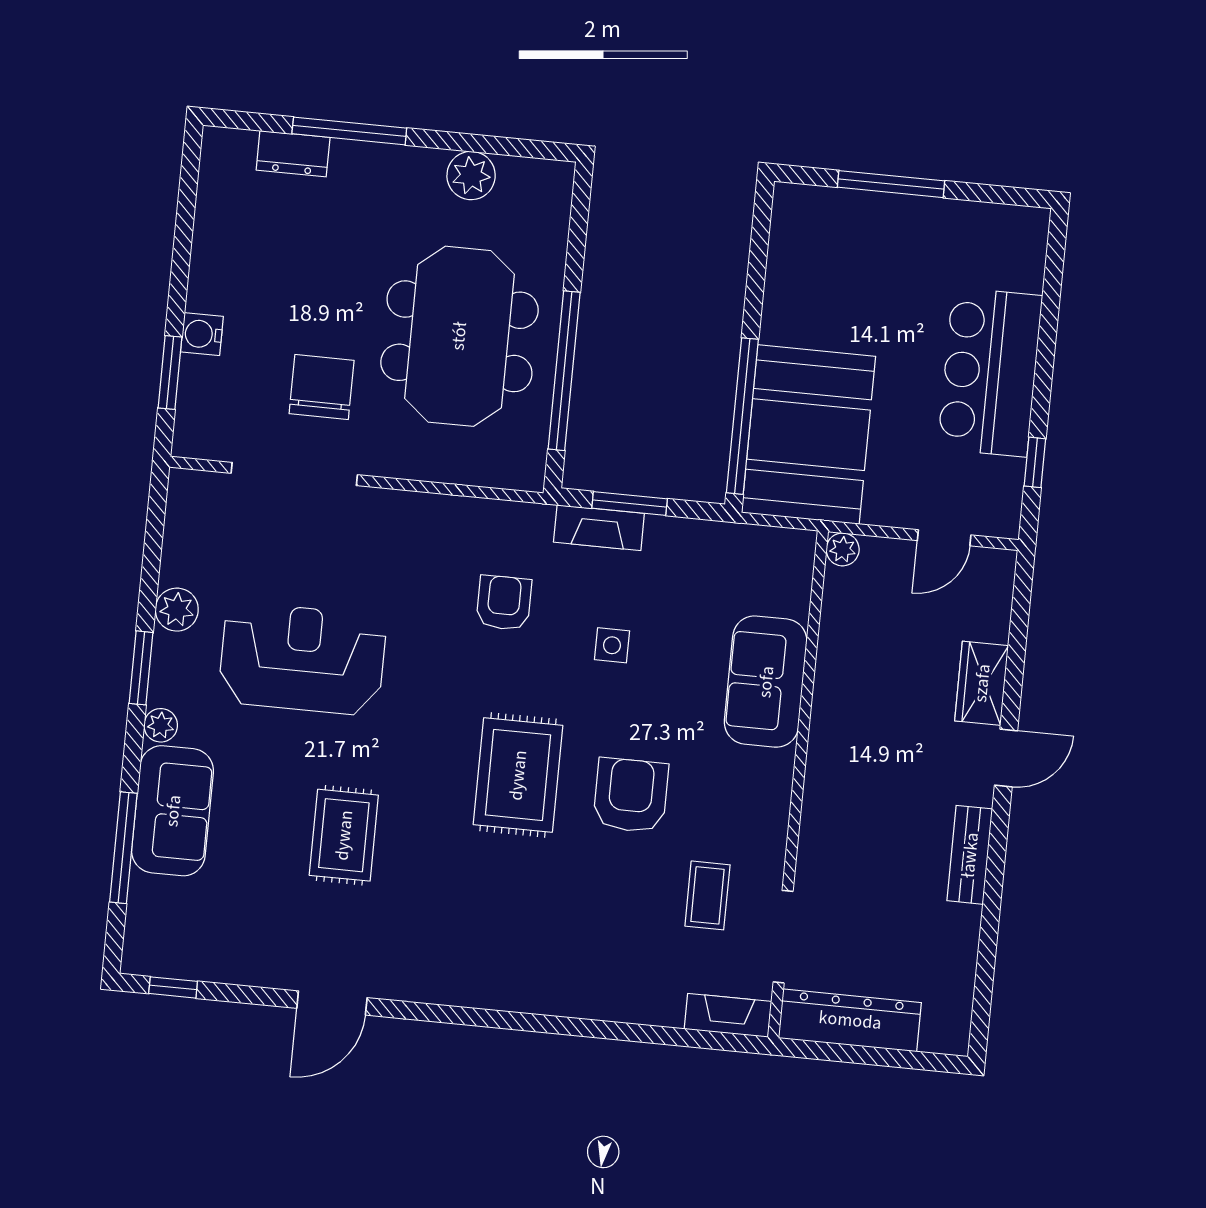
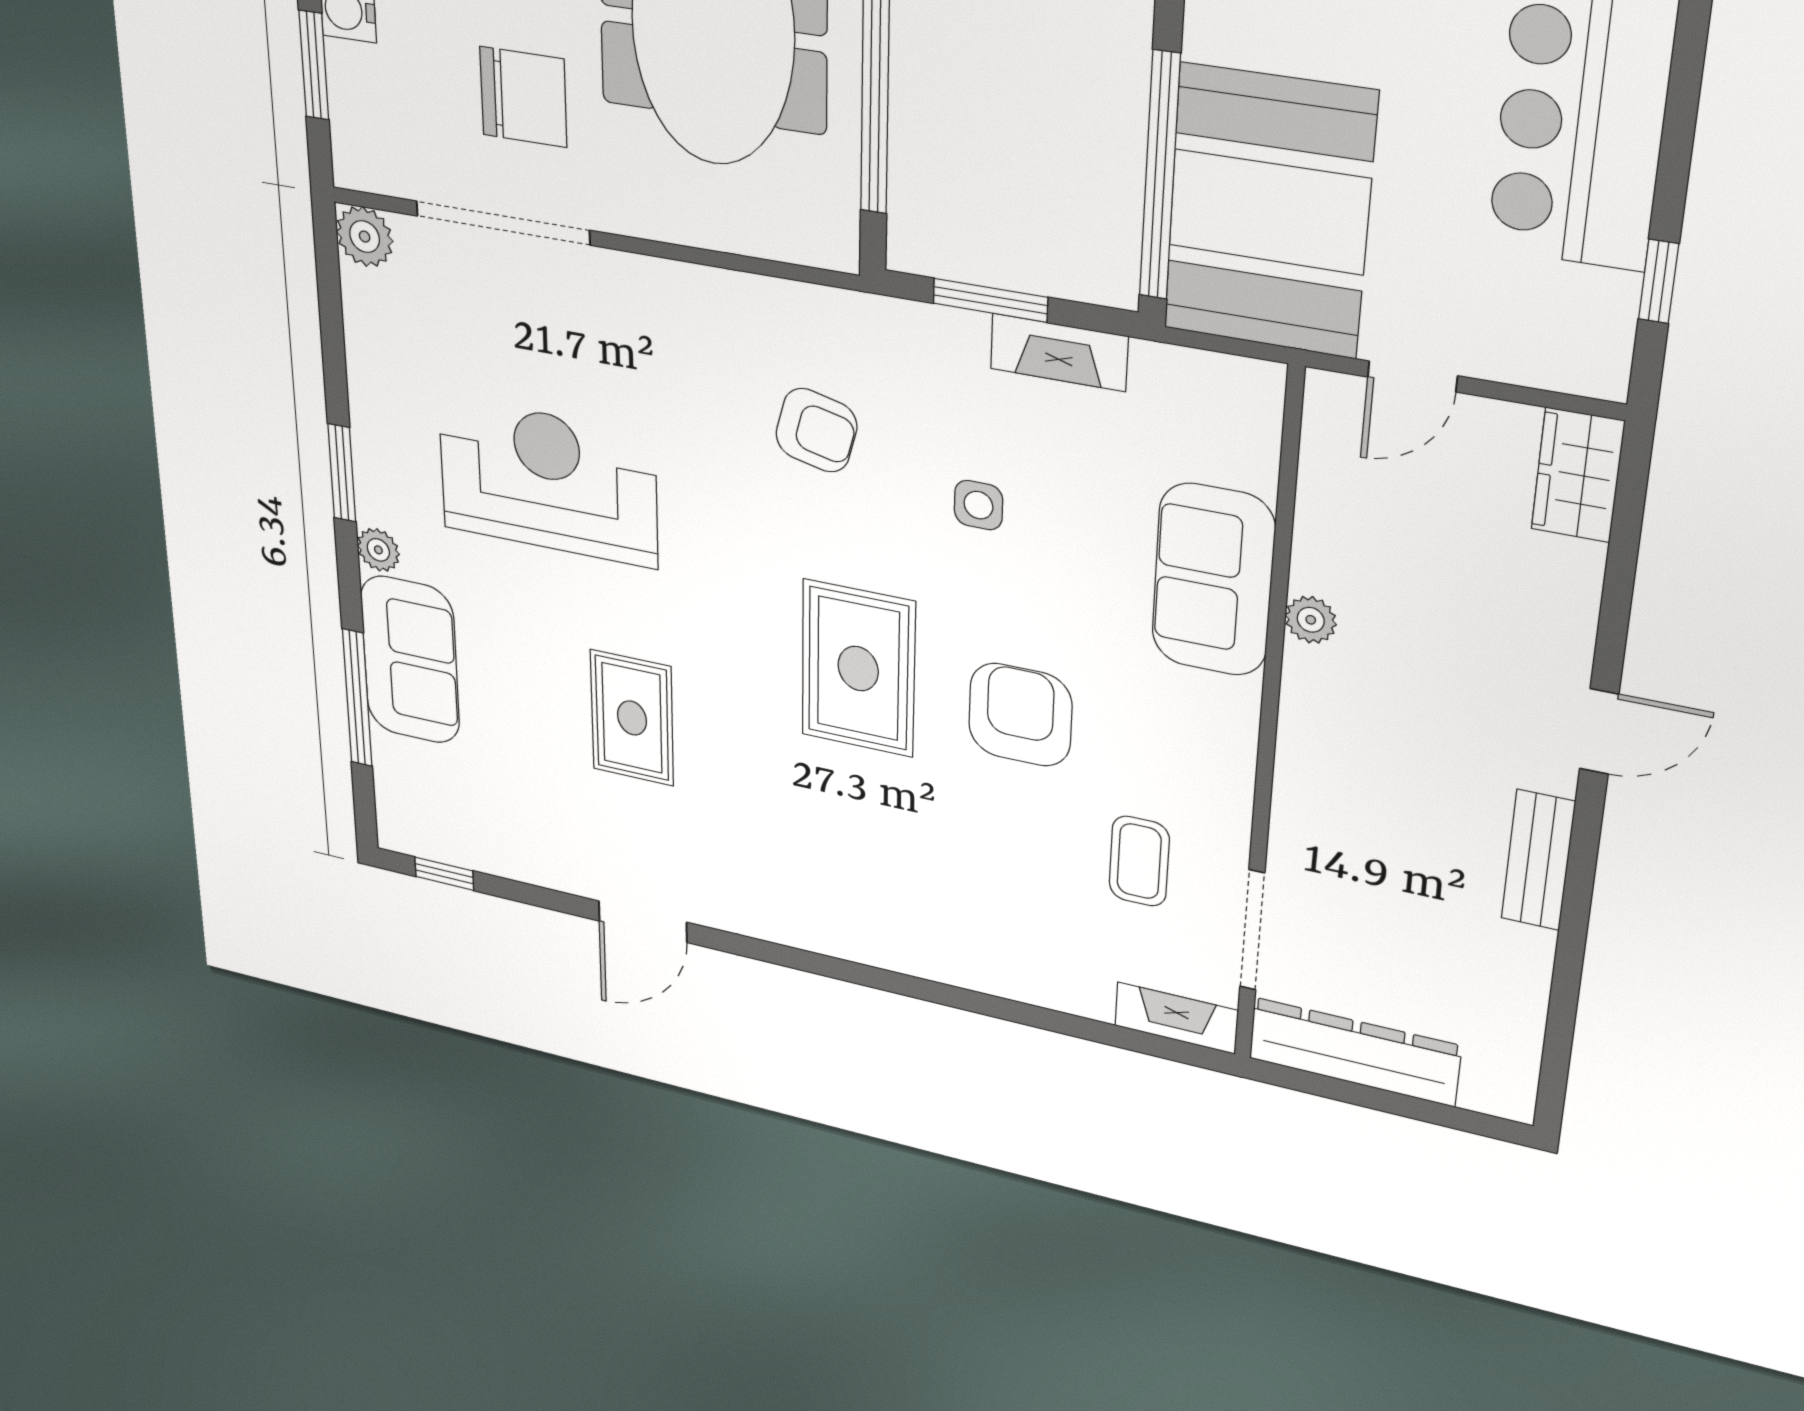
chair: (322, 387) -> (523, 97), turned 90
fireplace: (599, 528) -> (1059, 352), moved
door: (944, 538) -> (1412, 376), moved
plant: (843, 549) -> (1311, 620), moved
armchair: (504, 603) -> (816, 430), turned 104
plant: (177, 610) -> (365, 237), moved
wardrobe: (982, 683) -> (1578, 475), moved

